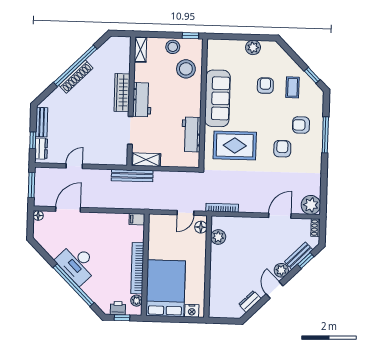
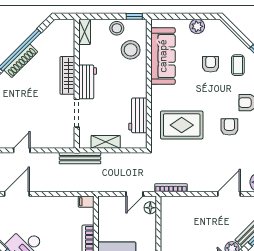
sofa: (217, 98) -> (163, 56), moved
shelving: (146, 160) -> (106, 142), moved
plant: (218, 237) -> (168, 217), removed

